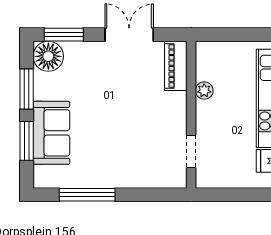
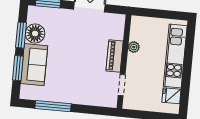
floor lamp: (48, 56) -> (35, 34), moved
piano: (176, 66) -> (115, 56), moved

